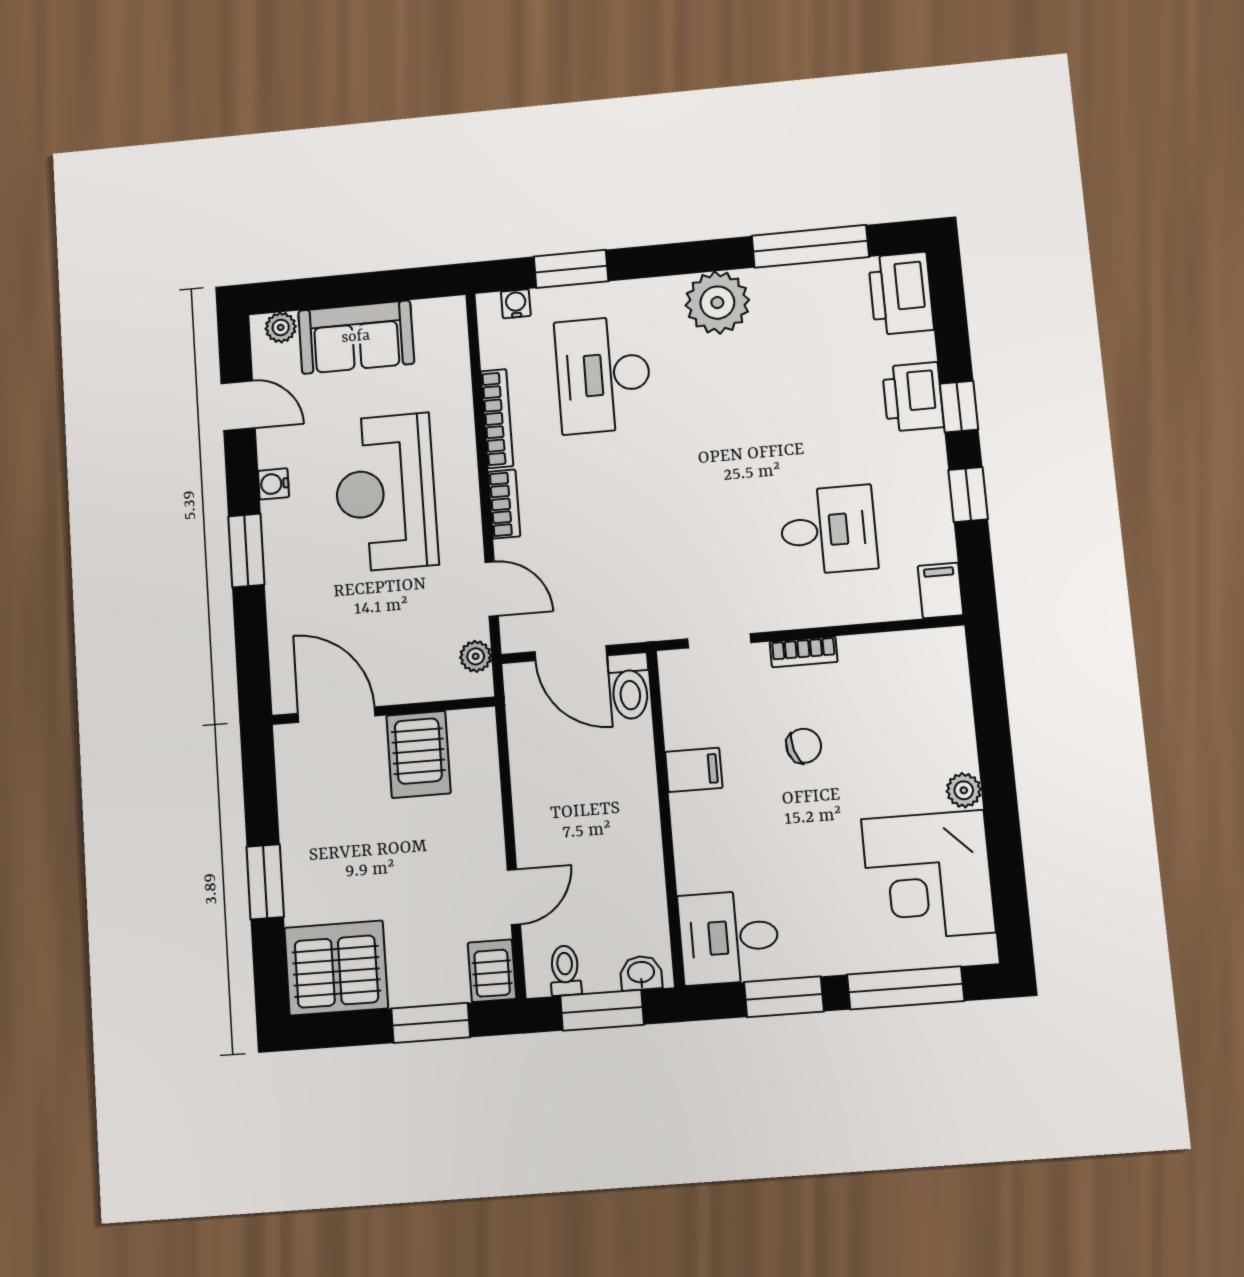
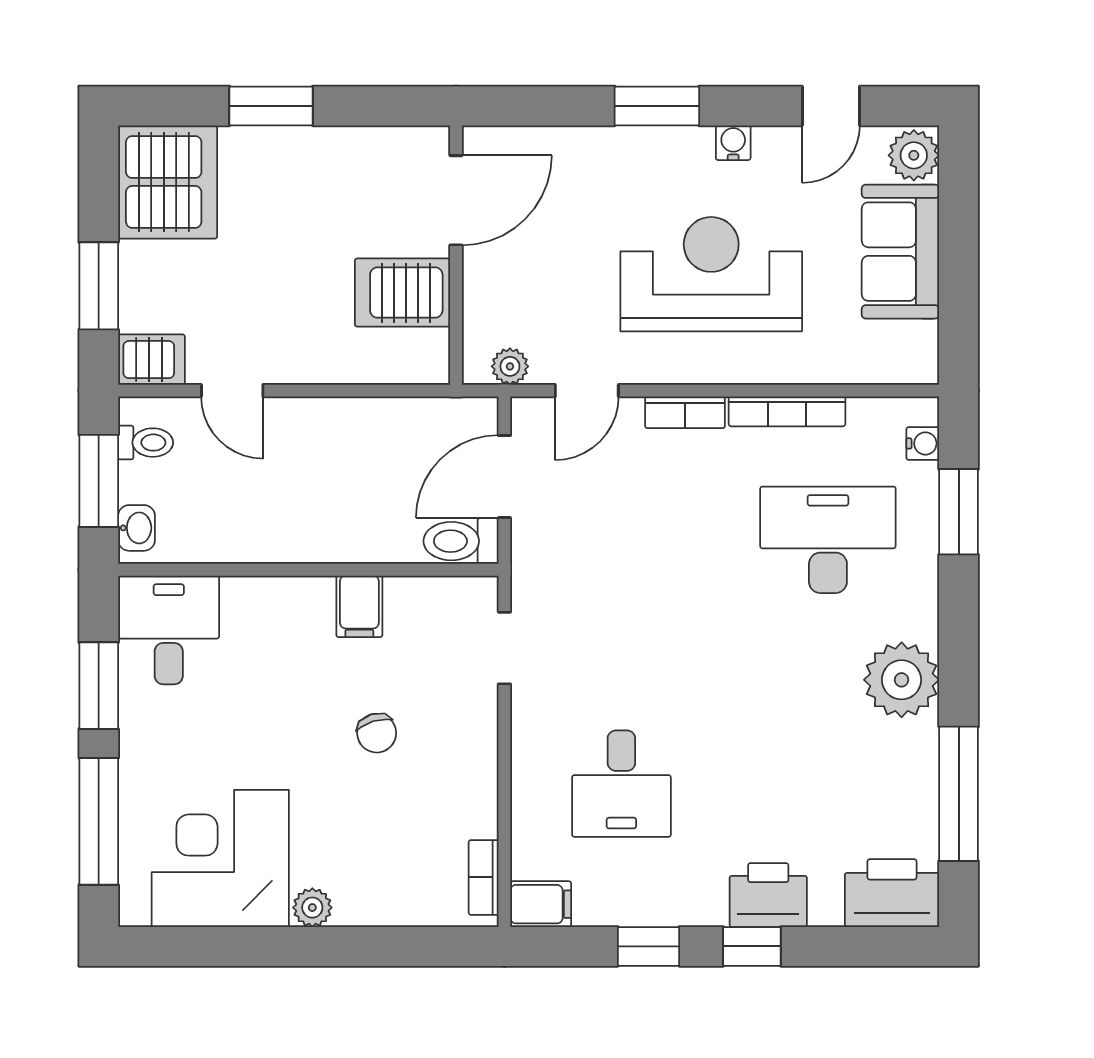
plant: (281, 327) -> (914, 155), width x1.38, depth x1.38
bookcase: (804, 652) -> (484, 877), moved

